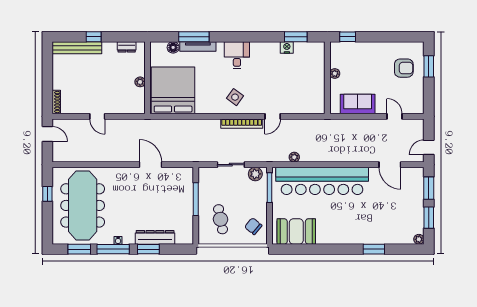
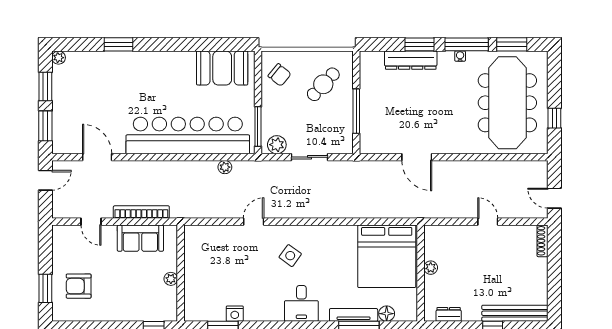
side table: (235, 97) -> (290, 256), moved
bookcase: (242, 124) -> (141, 212), moved
cafe table: (221, 219) -> (323, 84), turned 54

